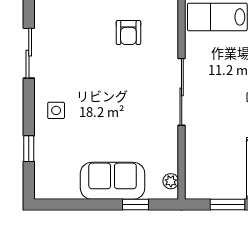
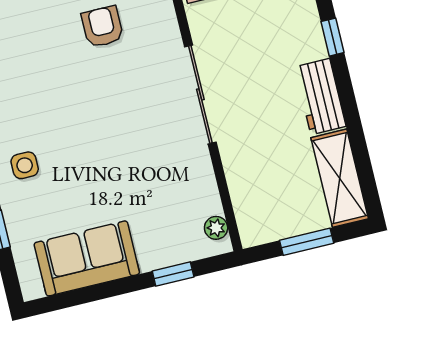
armchair: (128, 33) -> (102, 27), turned 180
sofa: (113, 181) -> (87, 258), moved

